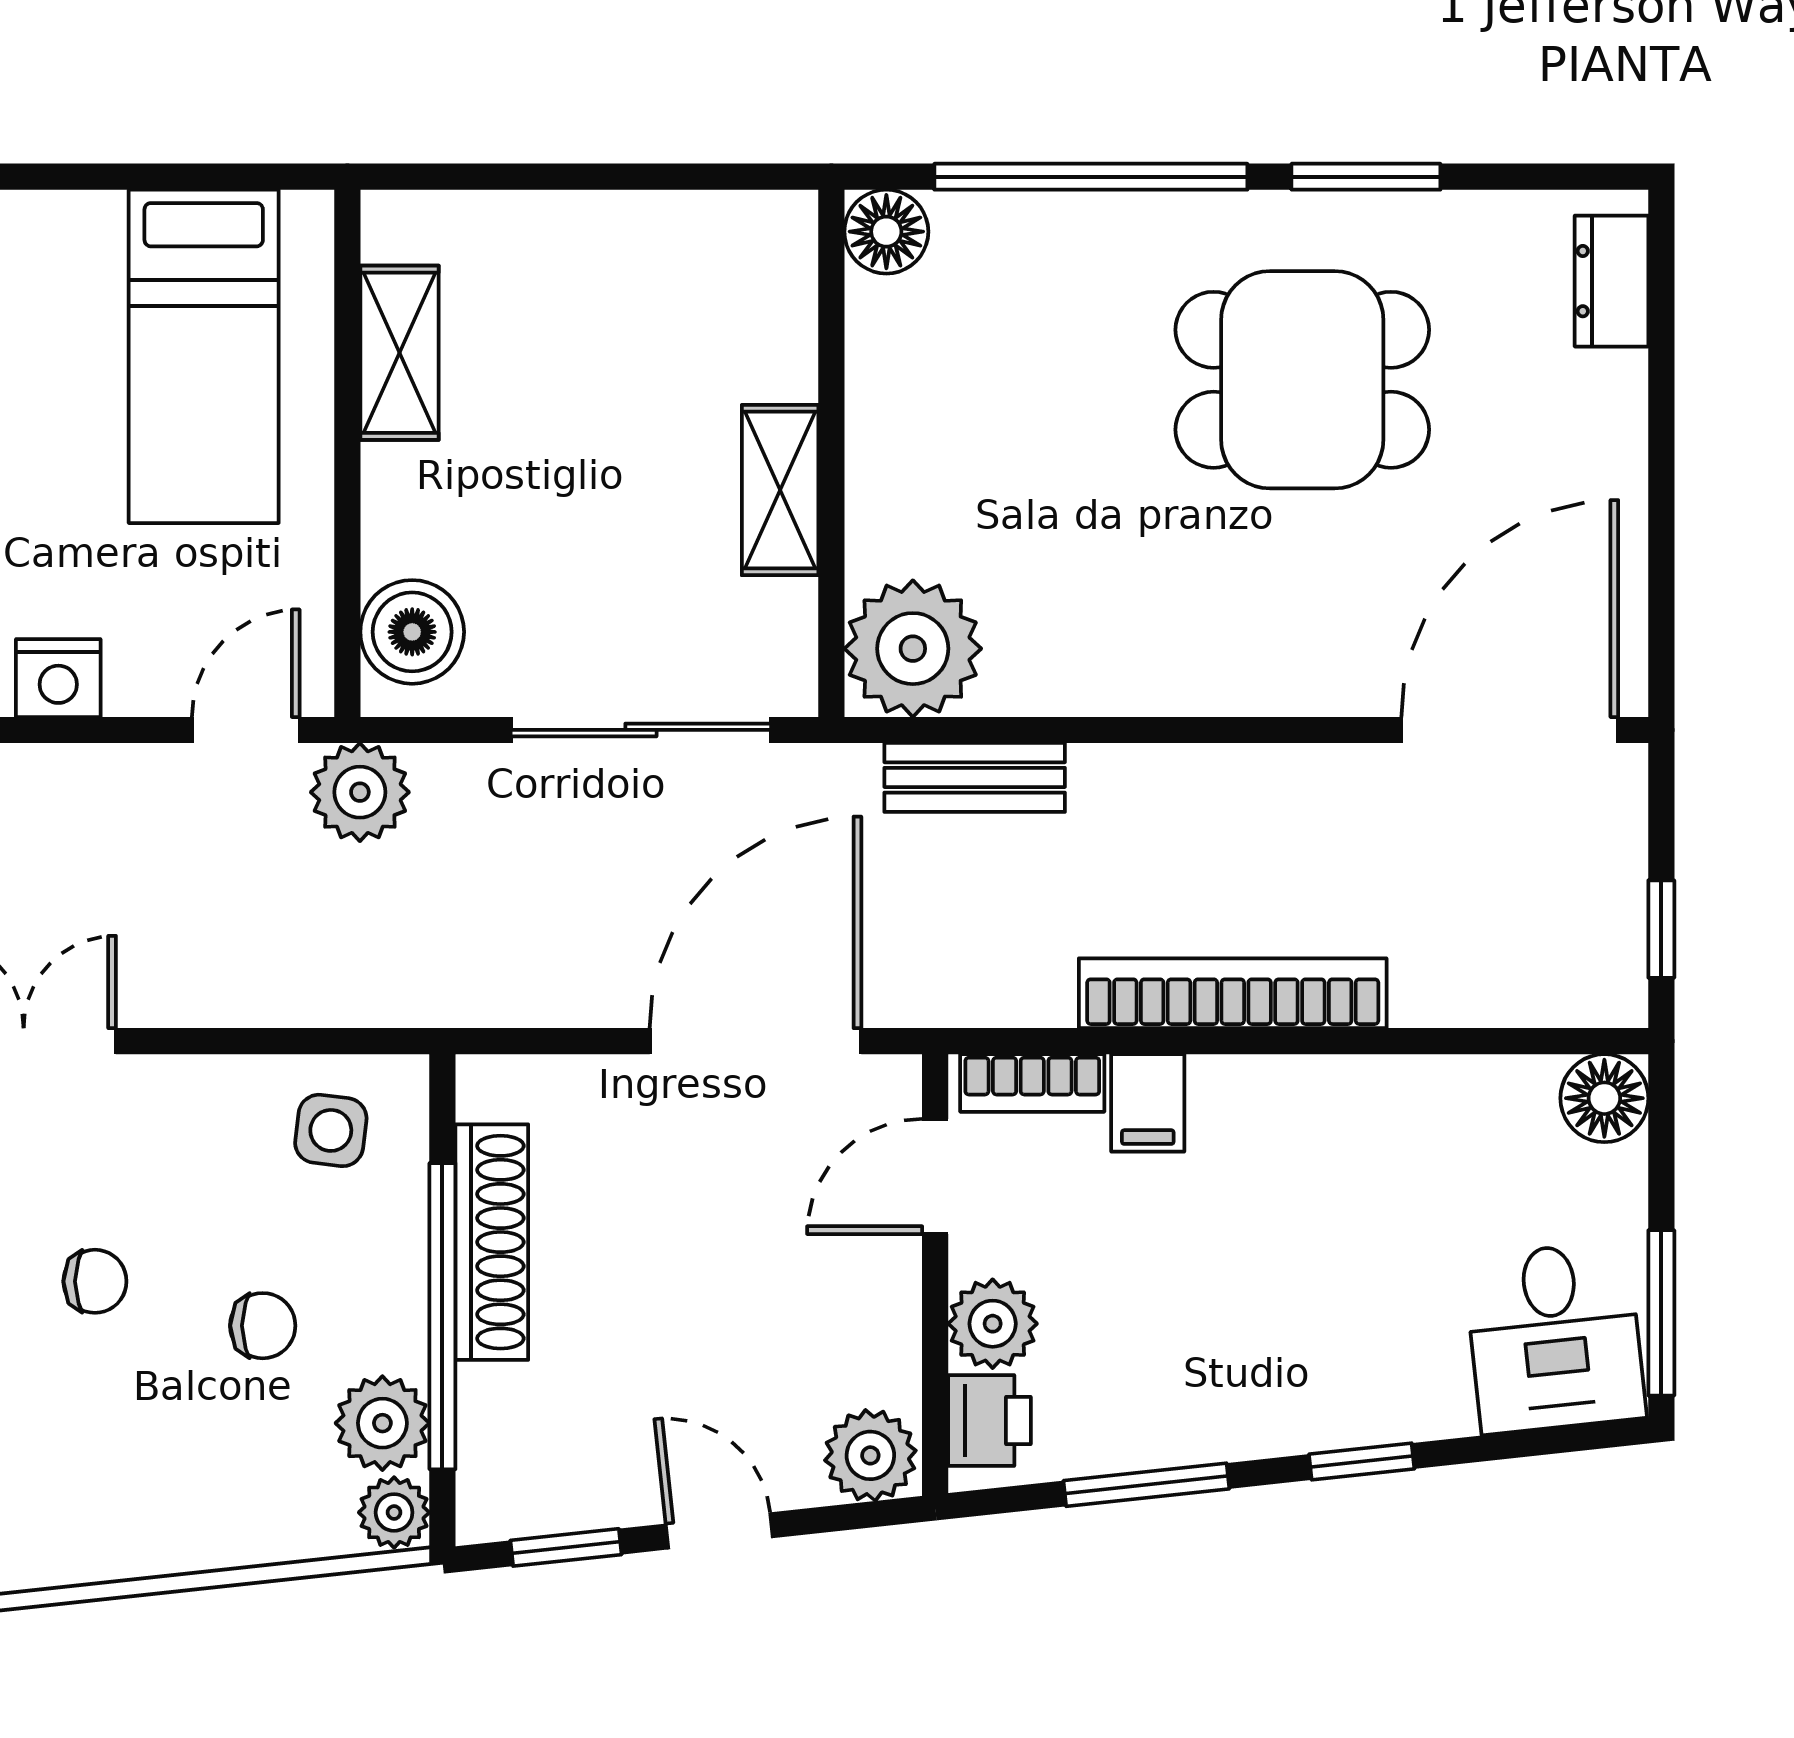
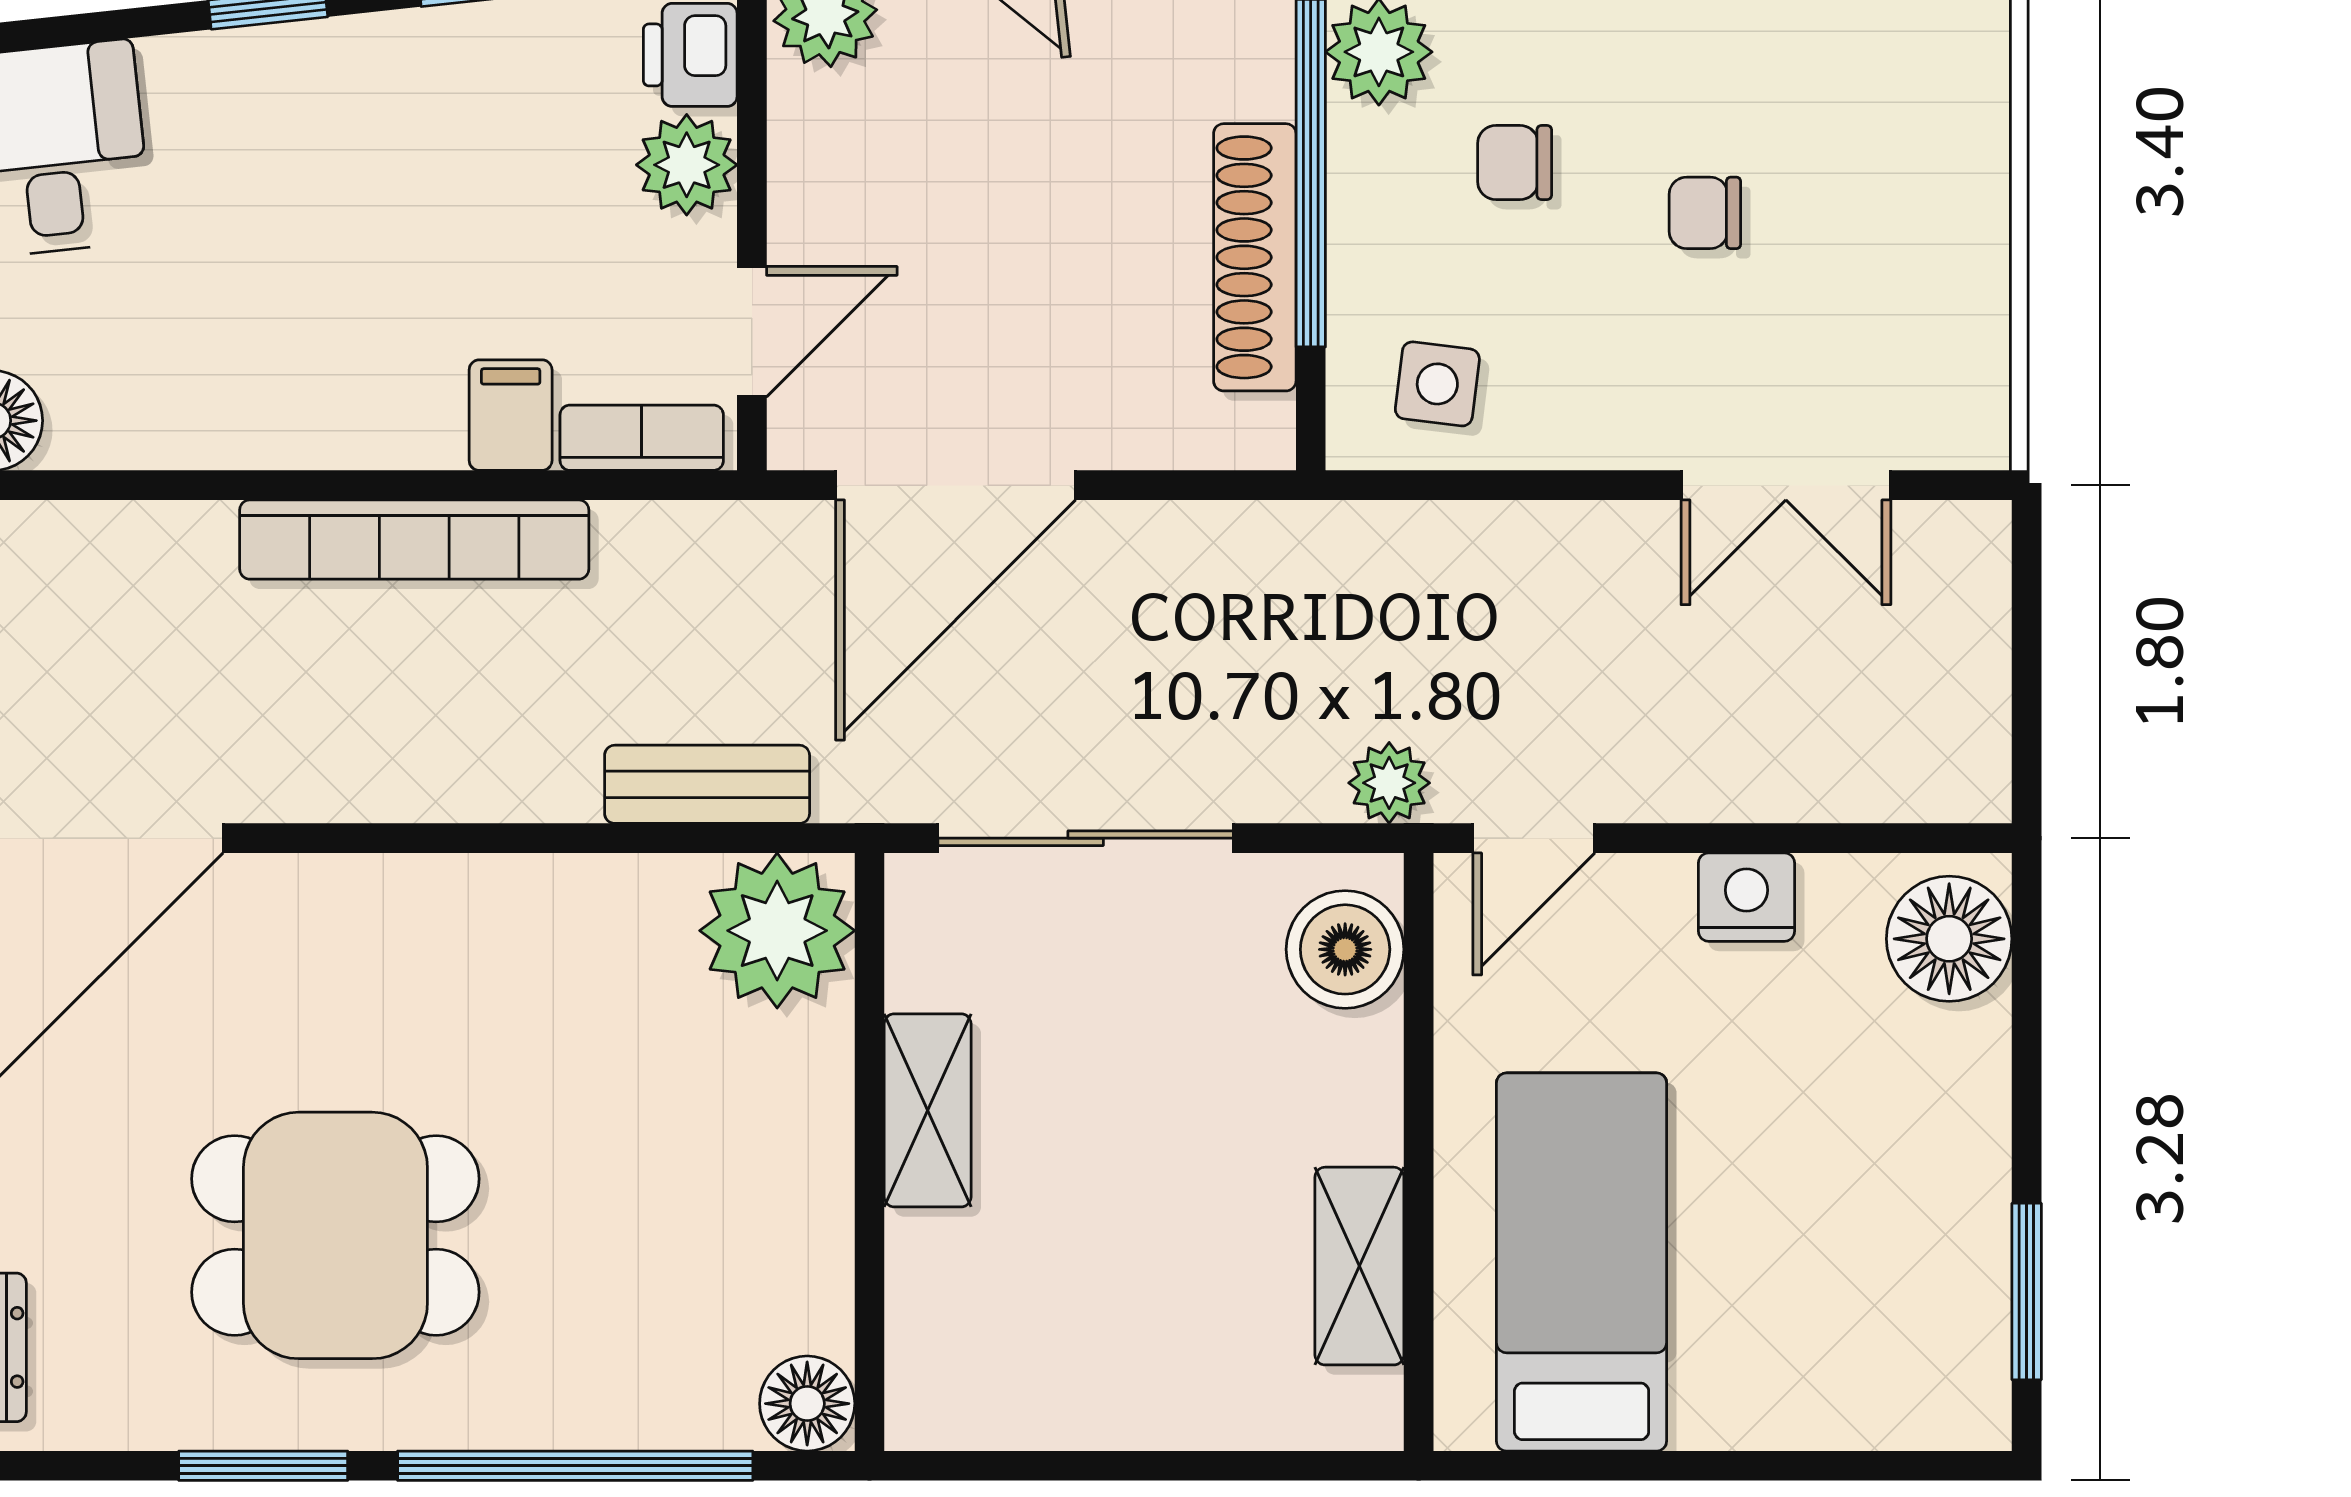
plant: (360, 792) -> (1389, 783), width x0.73, depth x0.73

